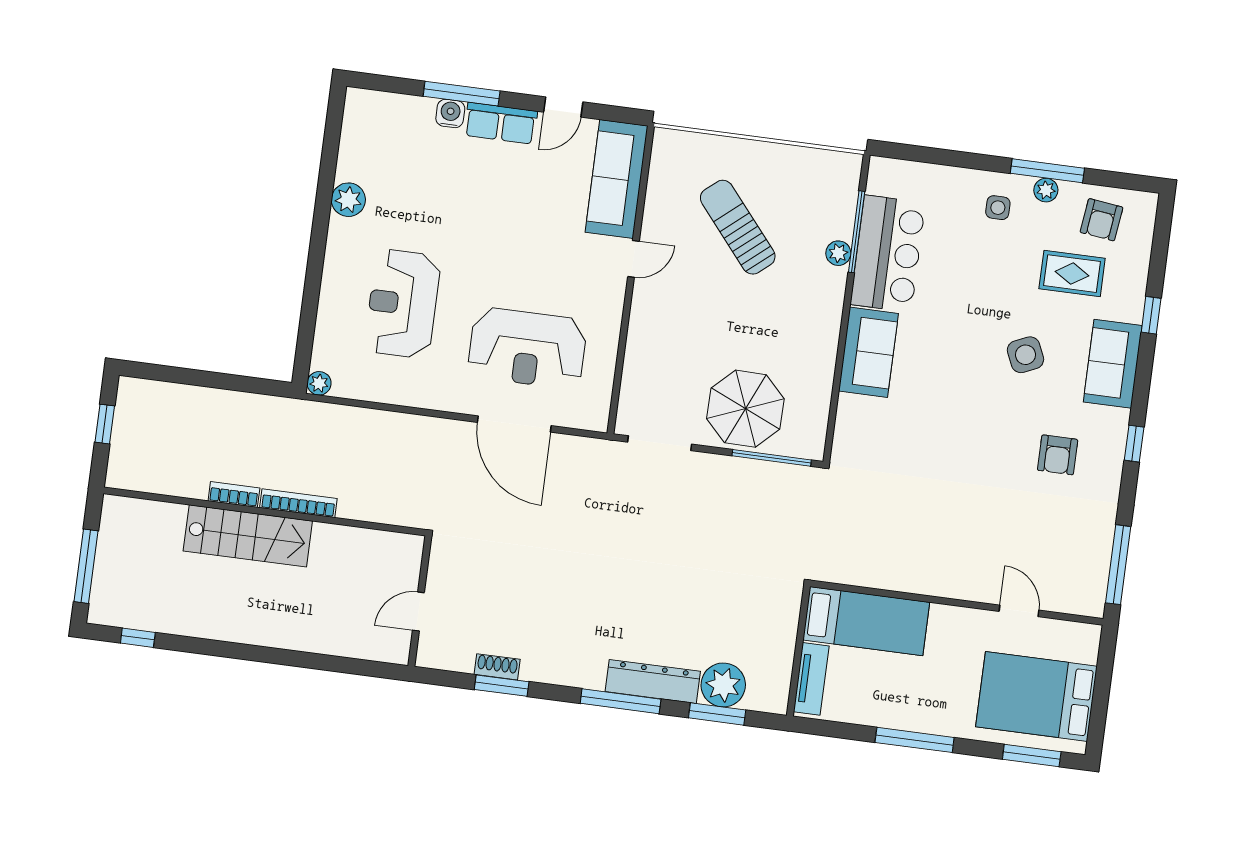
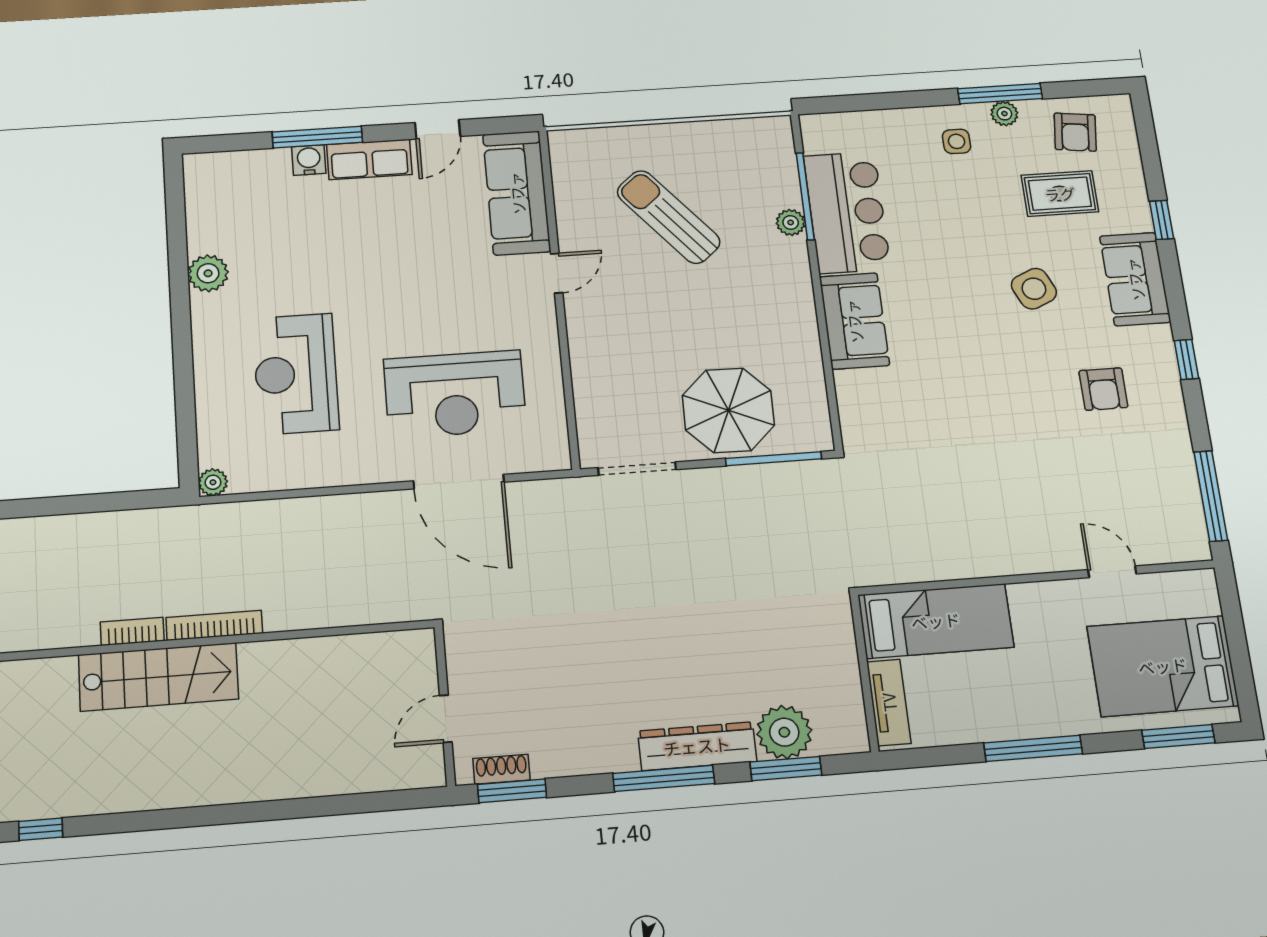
wall: (420, 601) -> (445, 706), moved
door: (418, 612) -> (446, 719), moved

